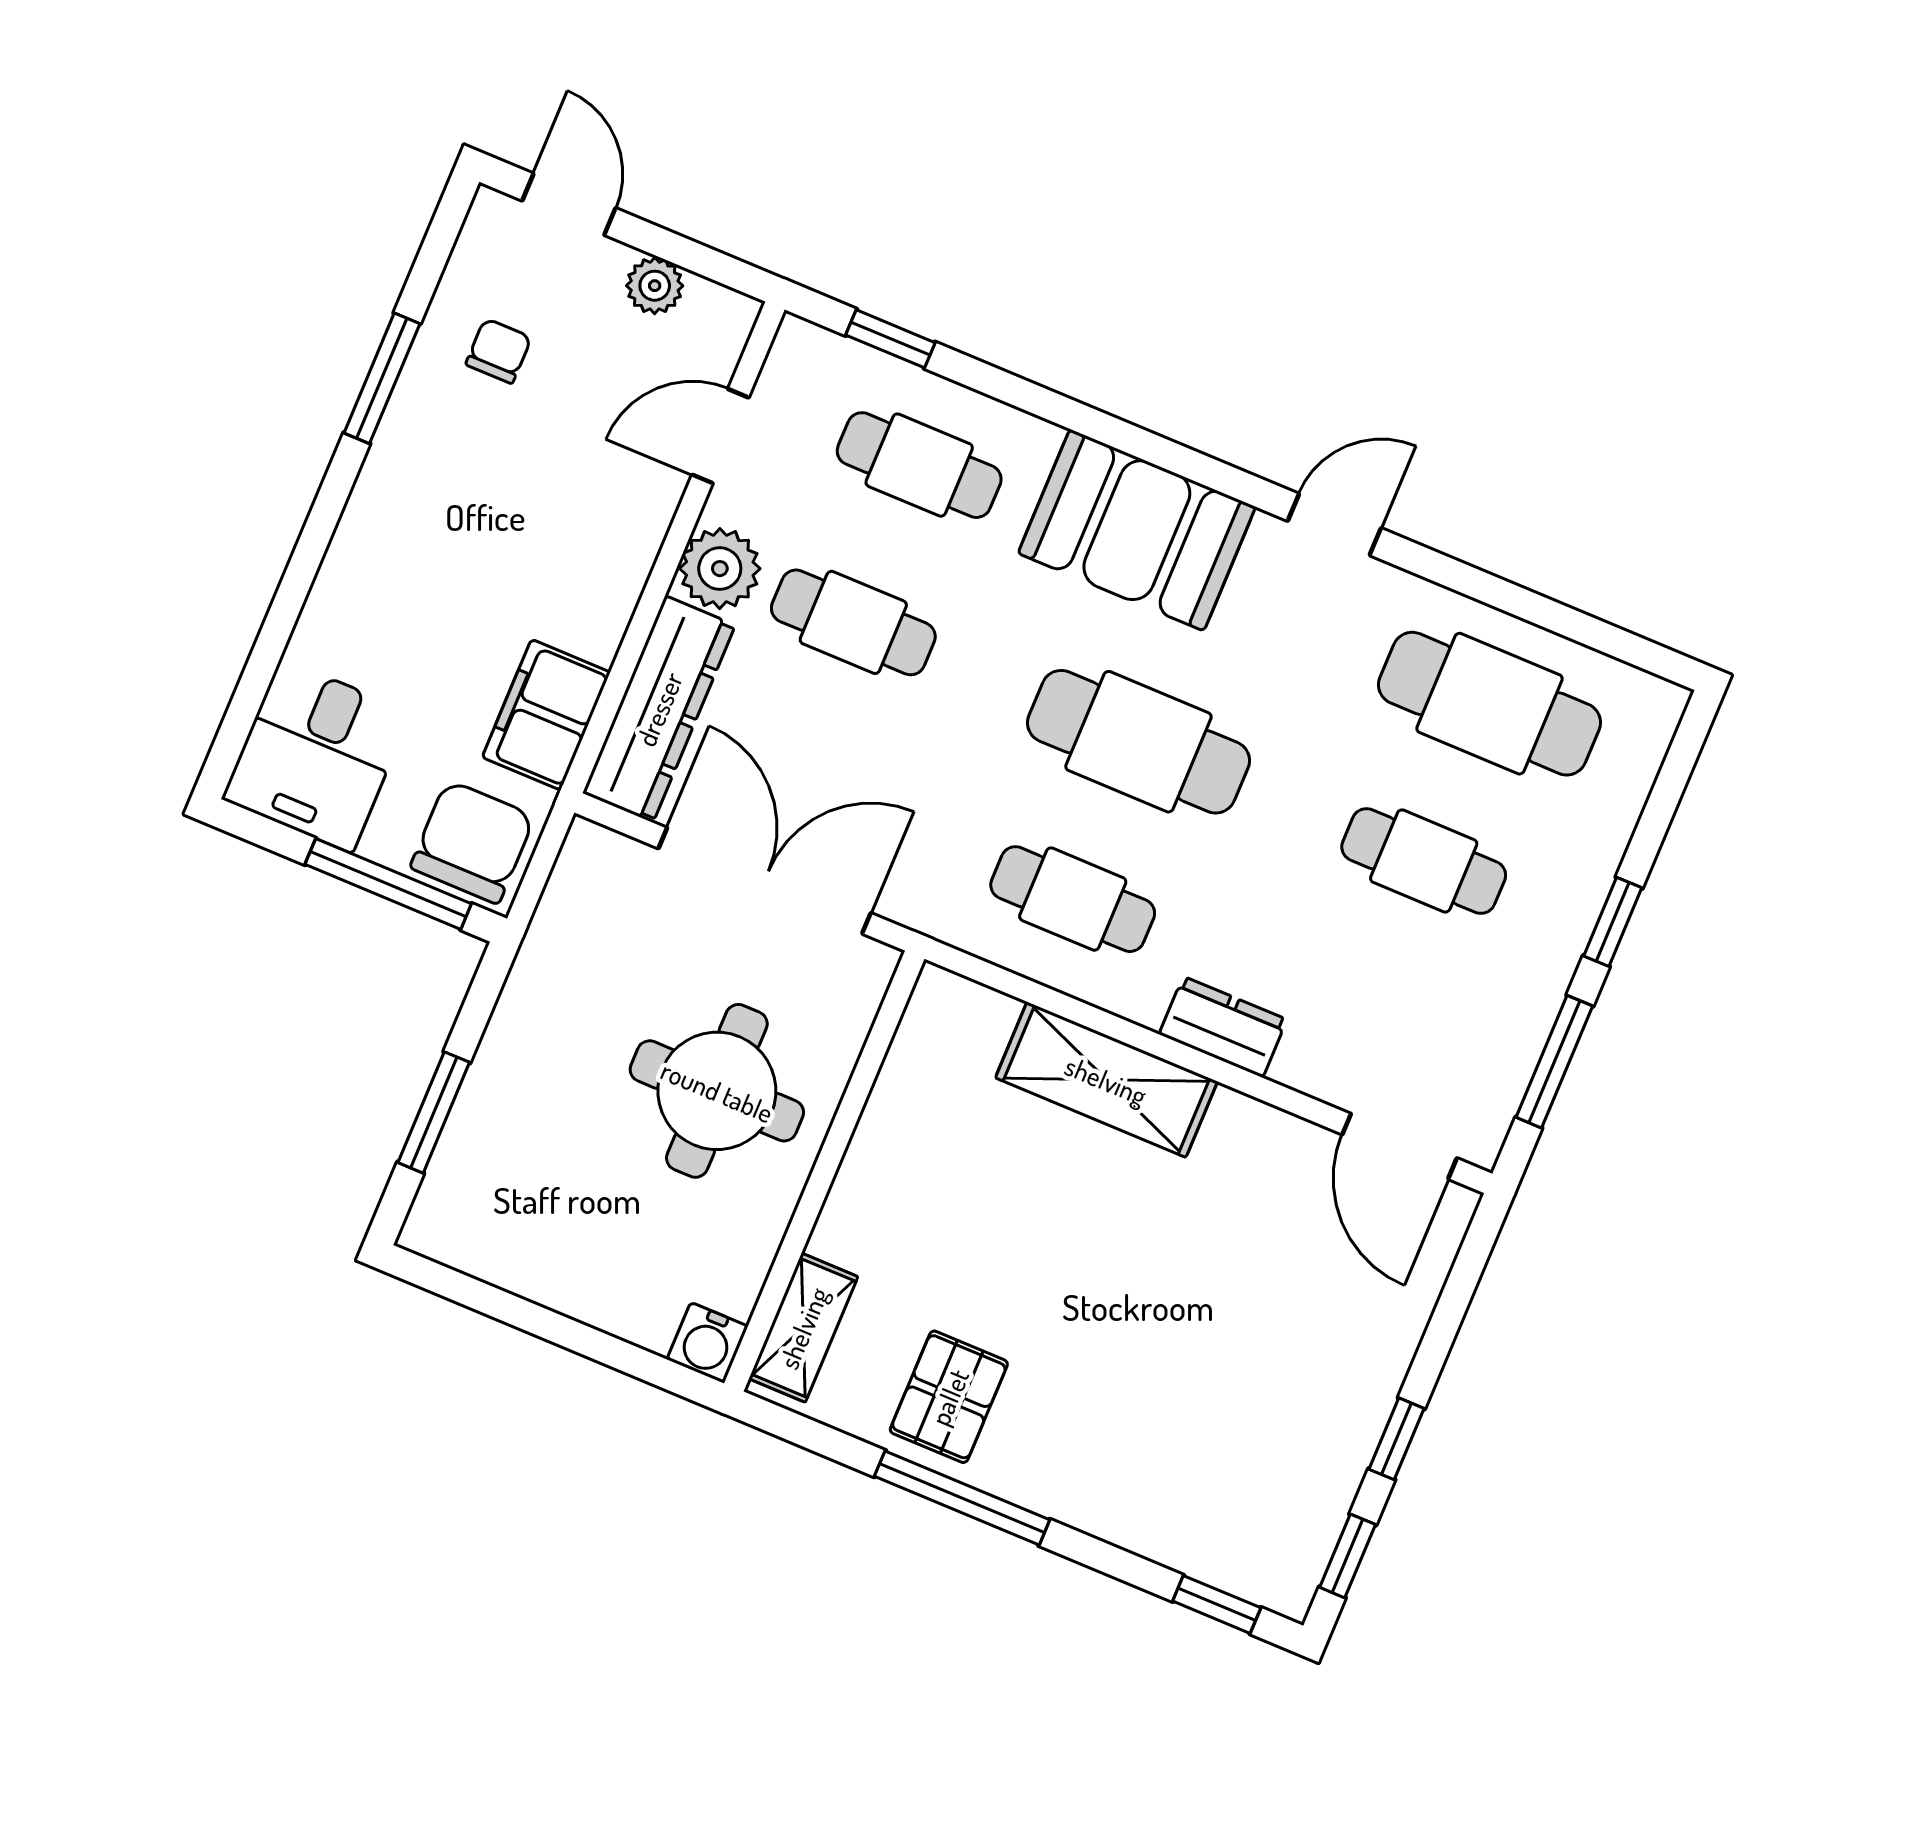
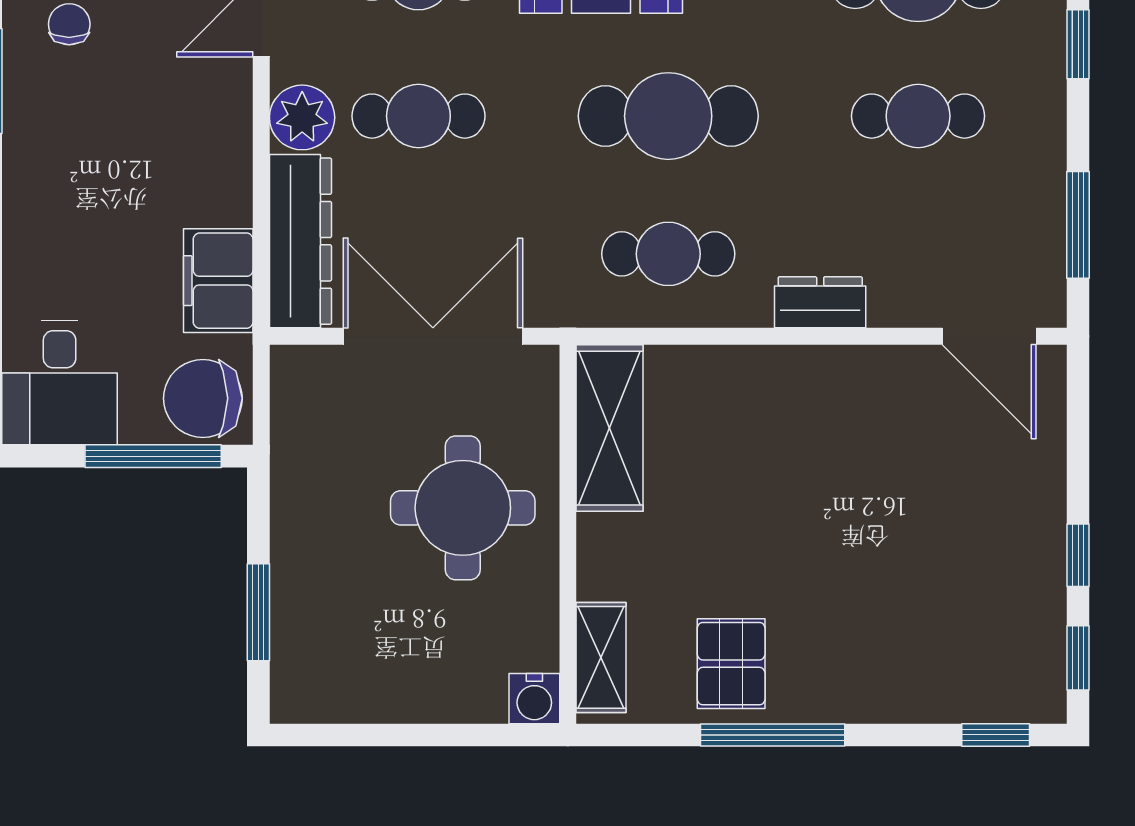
chair: (472, 842) -> (203, 398), turned -90
window: (1613, 922) -> (1078, 44), moved
shelving: (1106, 1080) -> (610, 428), moved, turned 90

